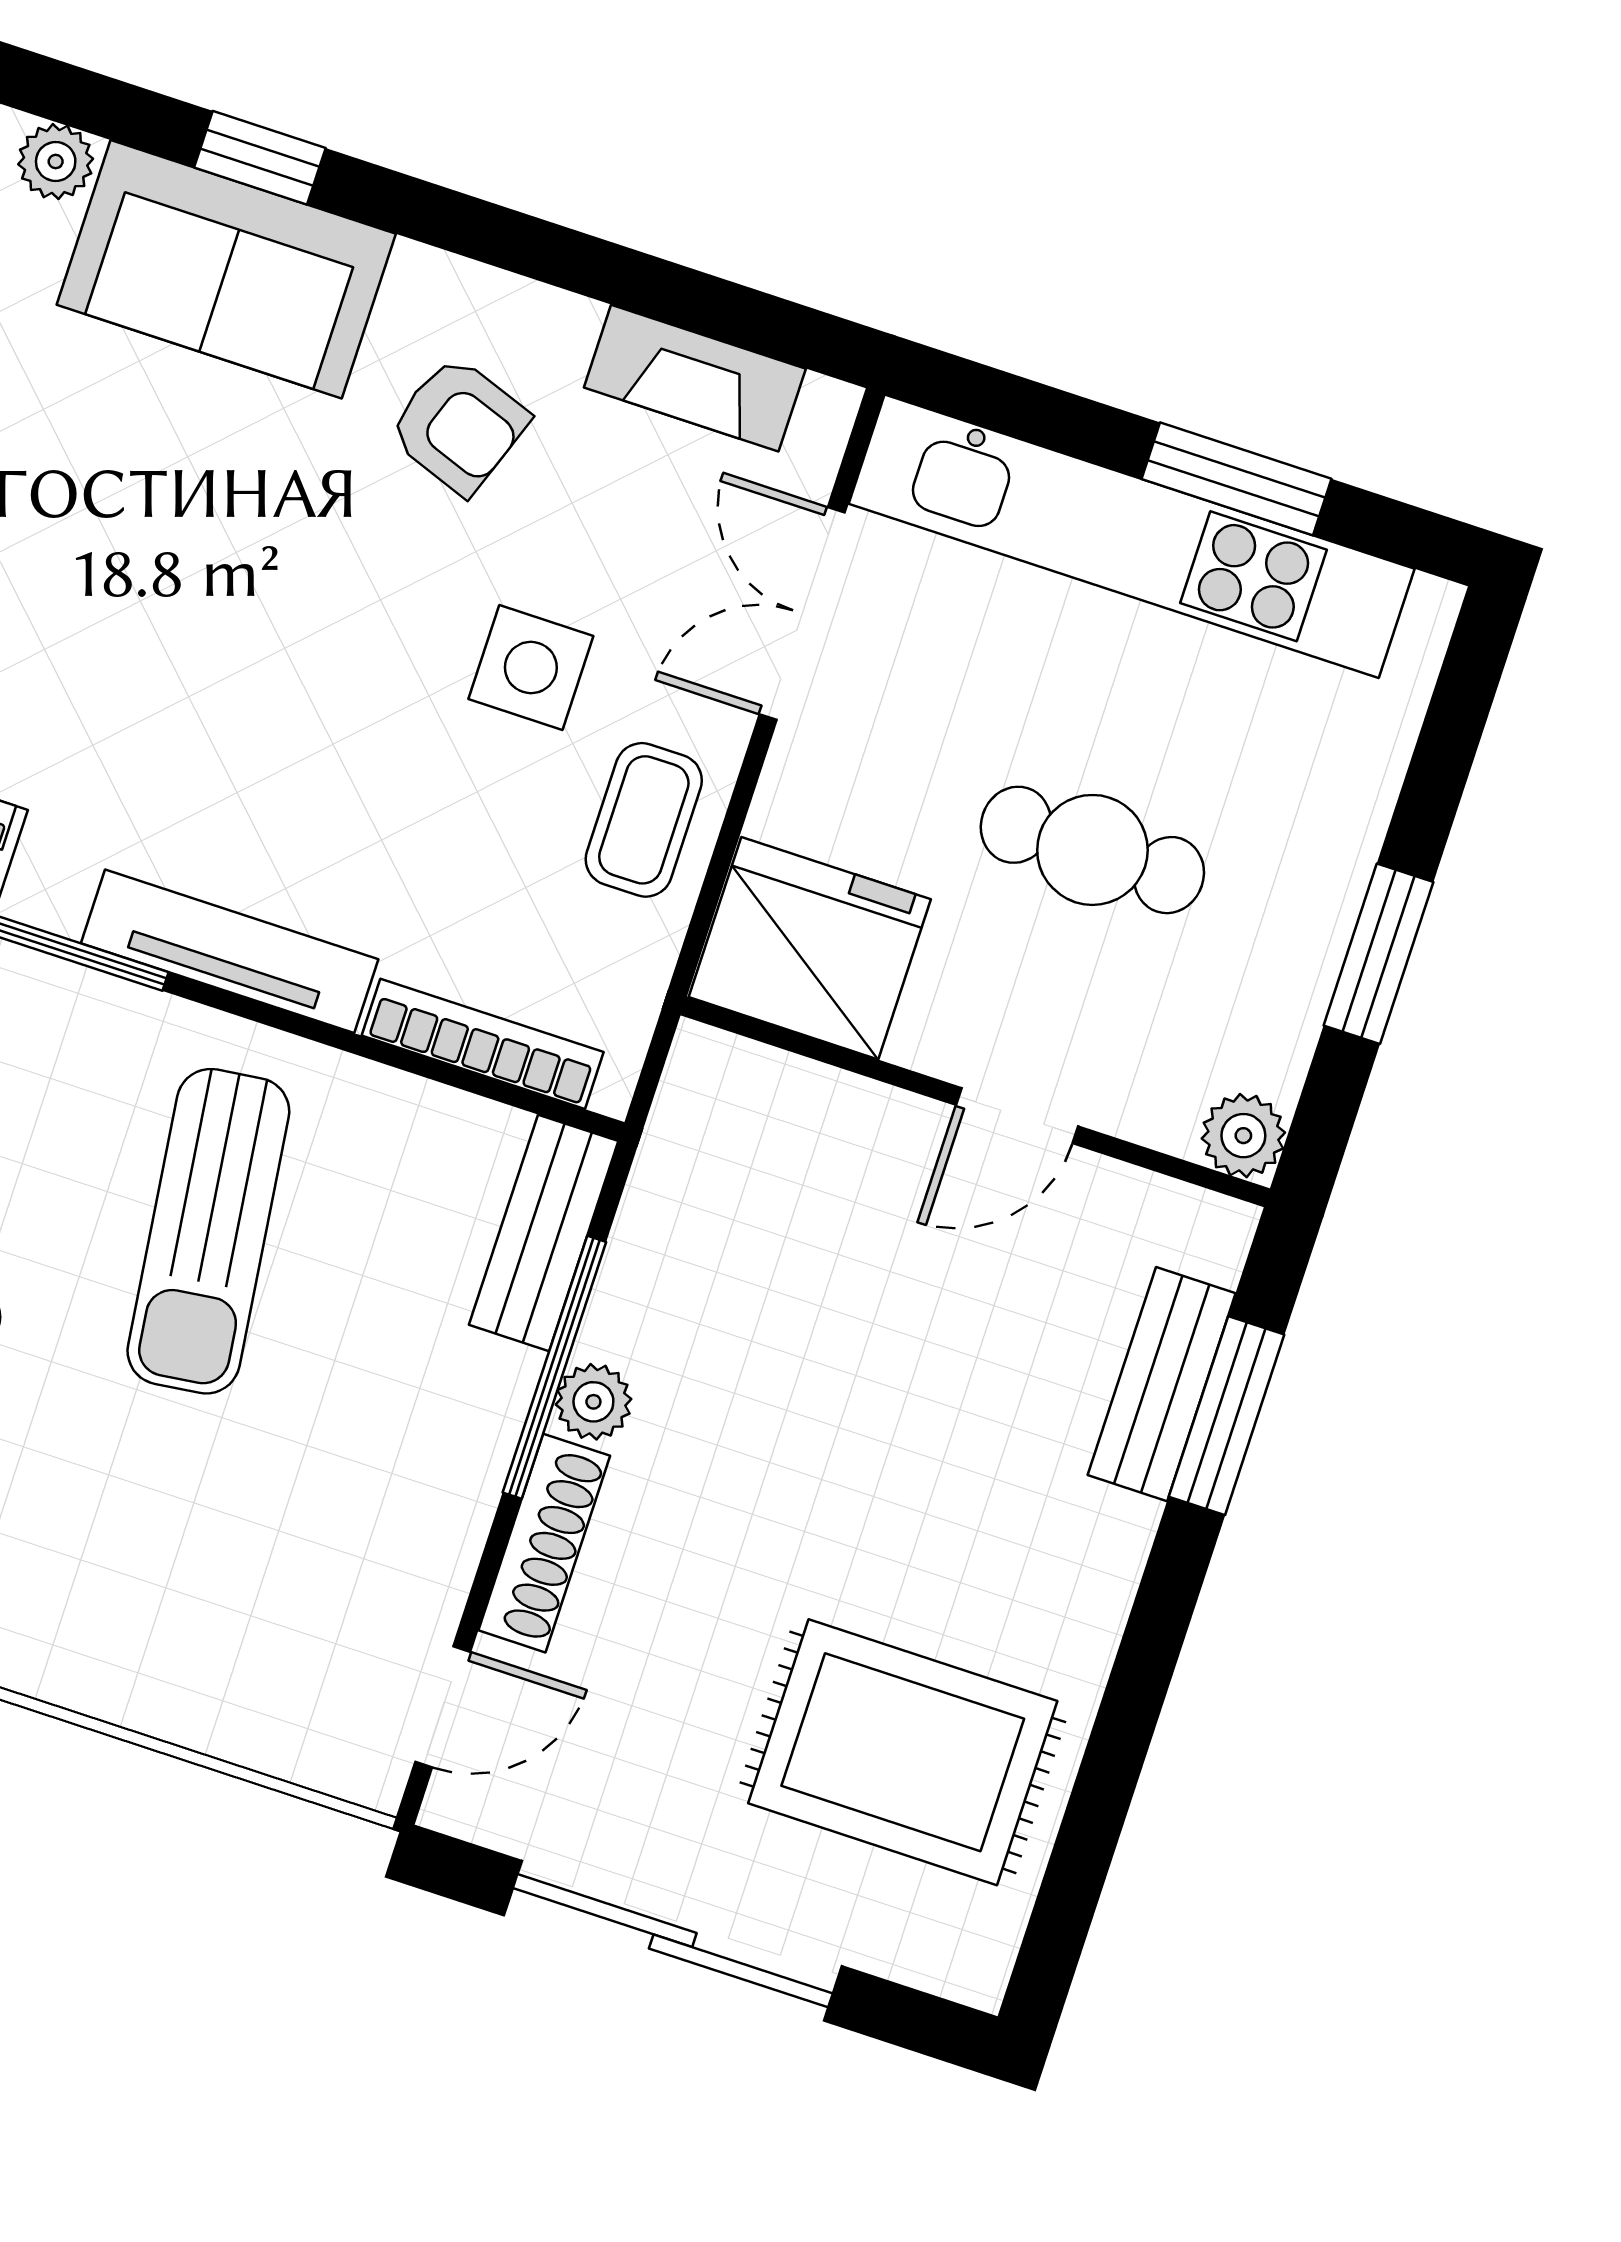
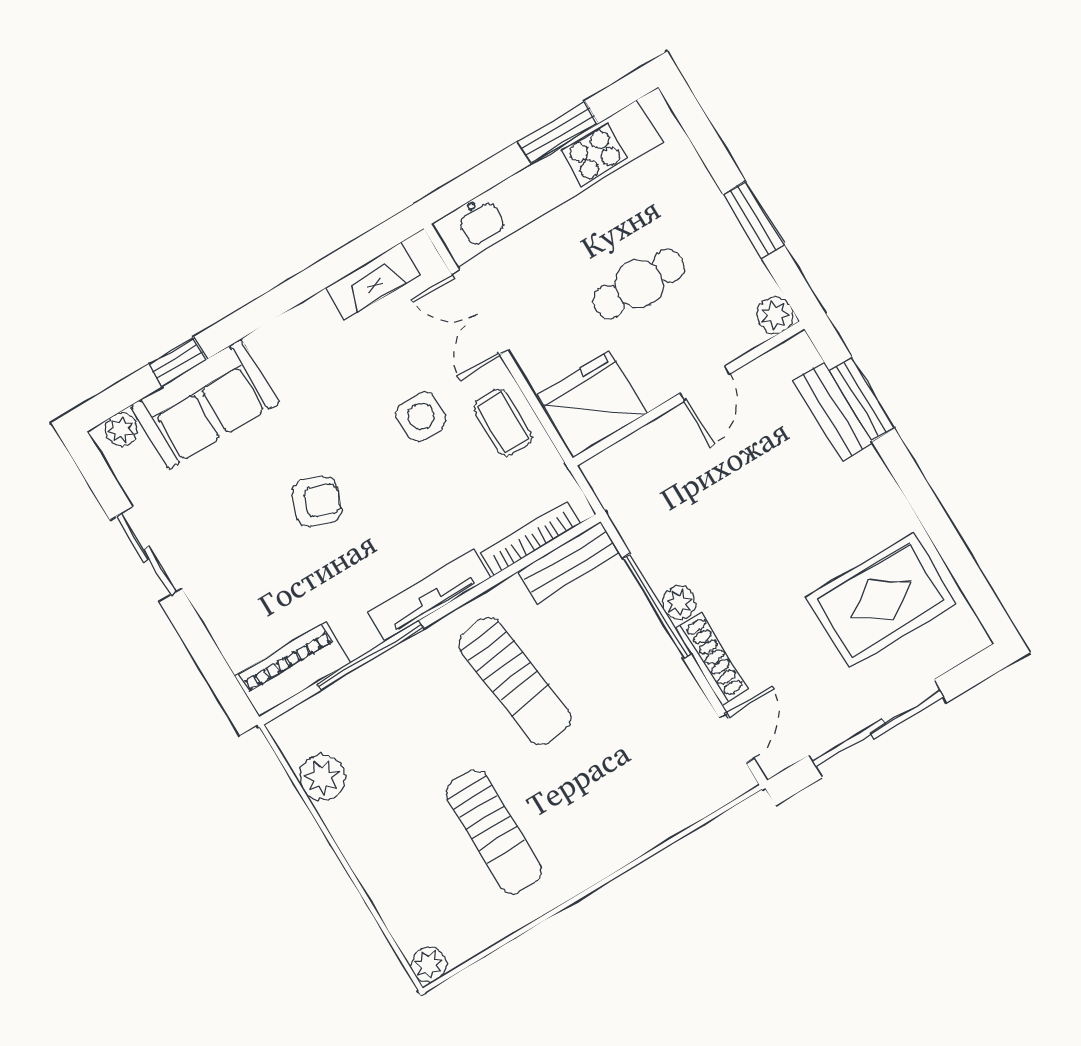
armchair: (459, 425) -> (317, 502), moved
bench: (544, 1233) -> (569, 562), moved, turned 90

